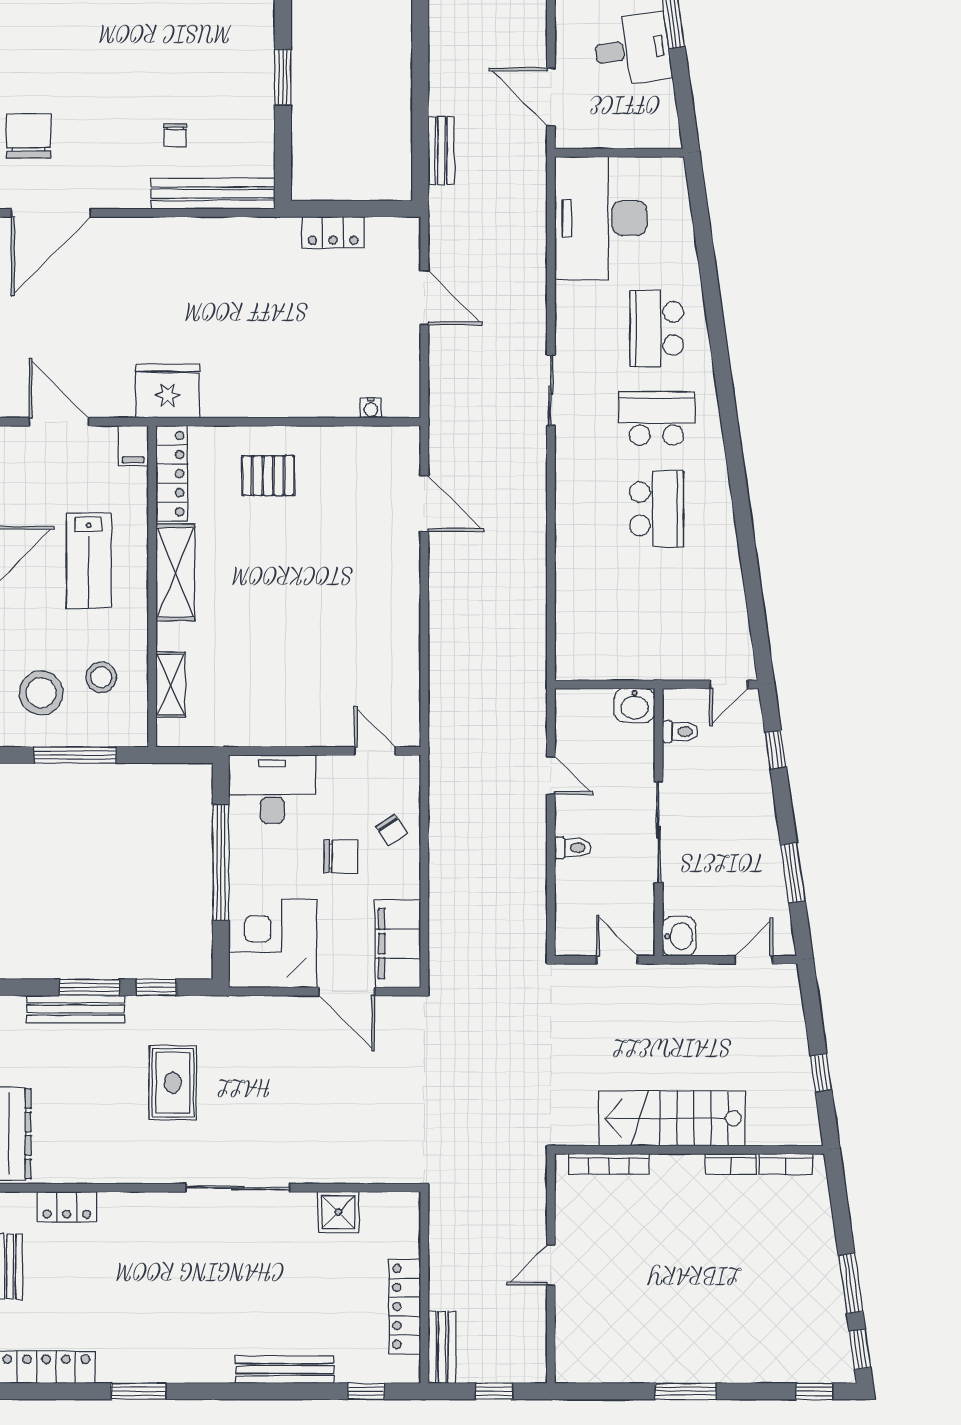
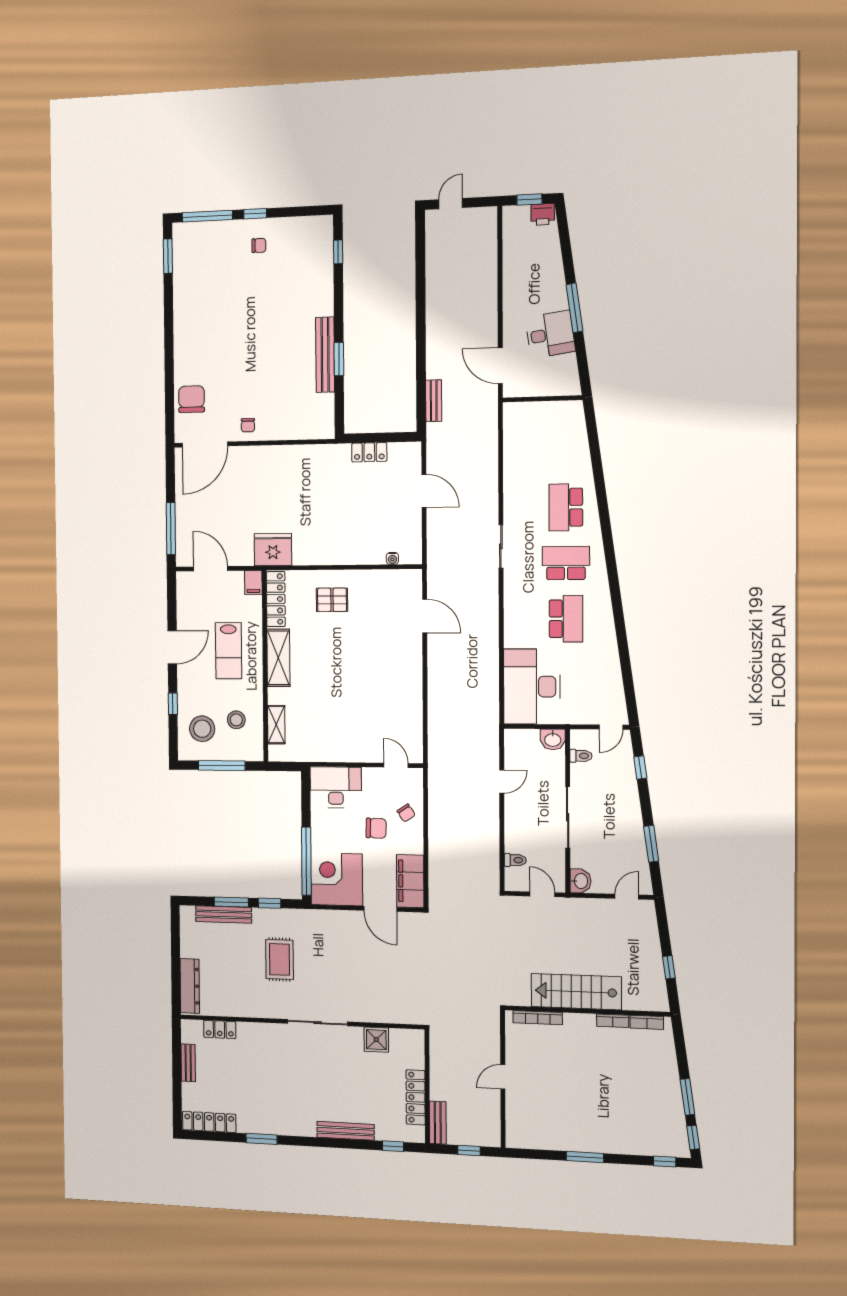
chair: (175, 135) -> (248, 425), moved
bench: (213, 194) -> (325, 355), moved, turned 90
desk: (601, 218) -> (532, 687), moved
door: (551, 775) -> (502, 782), hinge flipped
toilet: (573, 848) -> (515, 860), moved
window: (221, 862) -> (306, 861), moved

